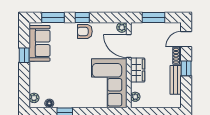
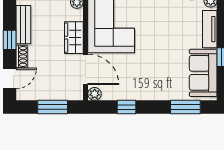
window: (82, 17) -> (126, 107), moved
armchair: (85, 31) -> (143, 89), removed
tv unit: (35, 77) -> (210, 29), added

